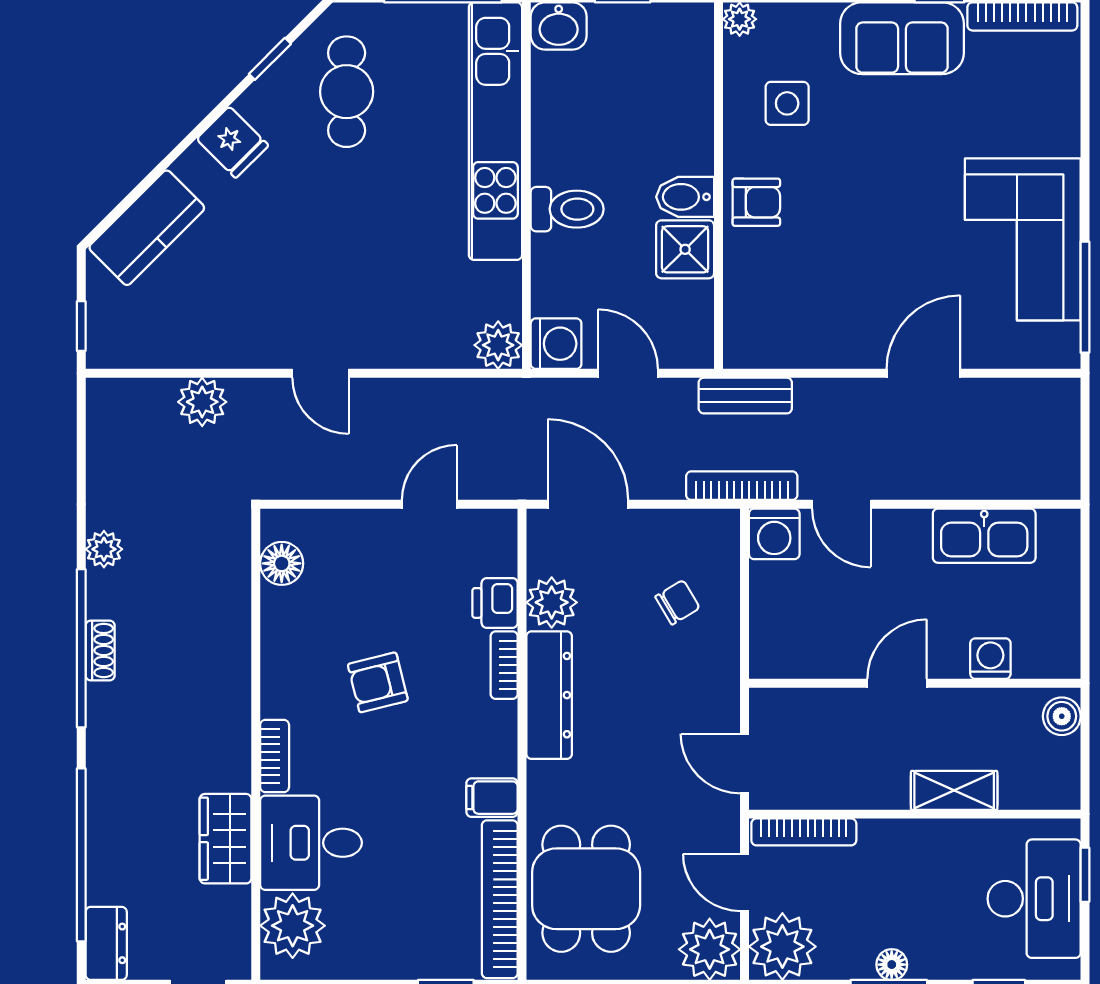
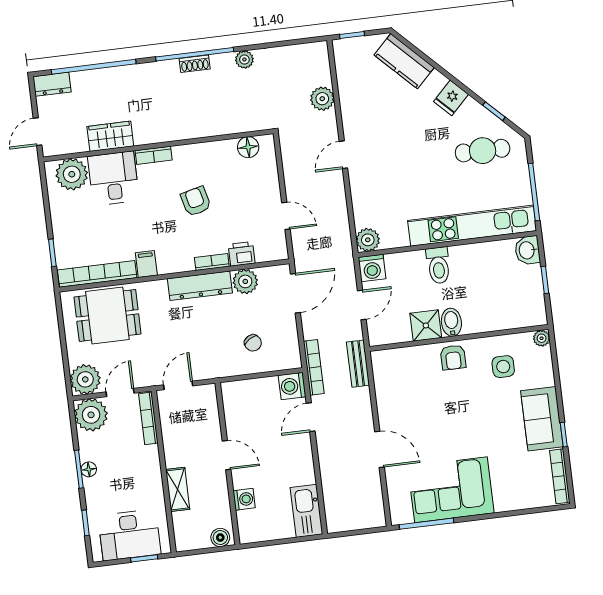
kitchen sink: (984, 536) -> (307, 511), moved

